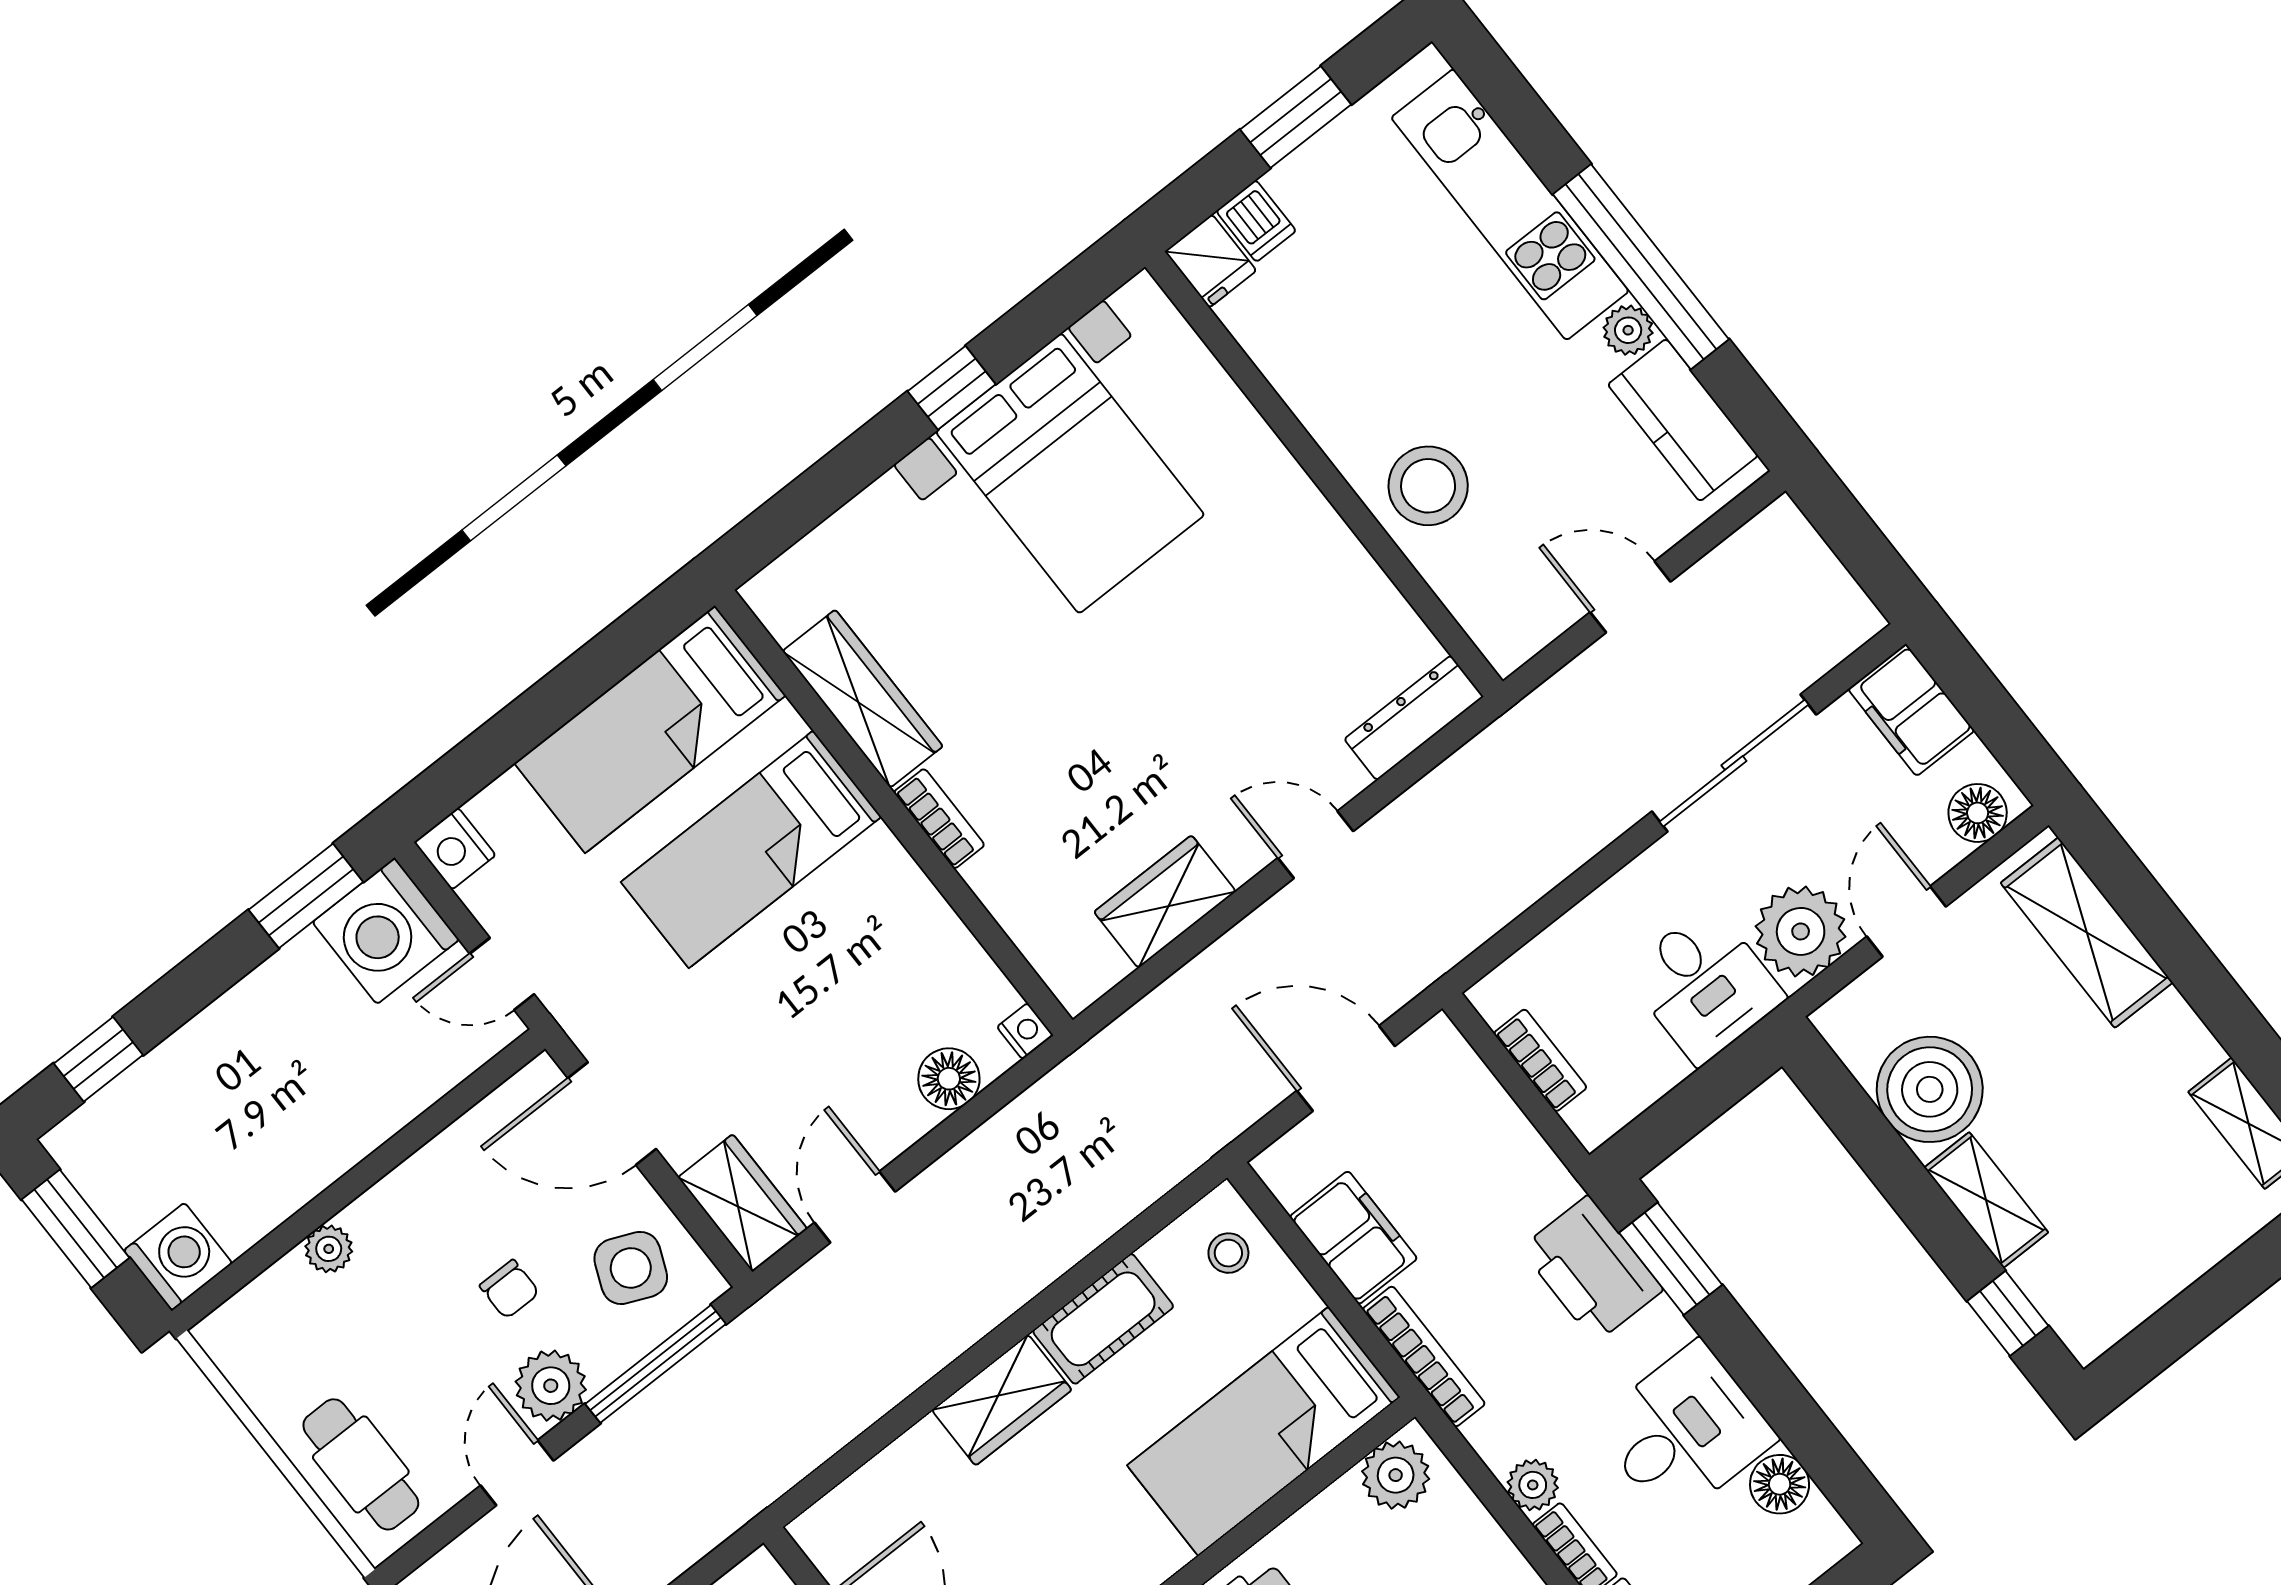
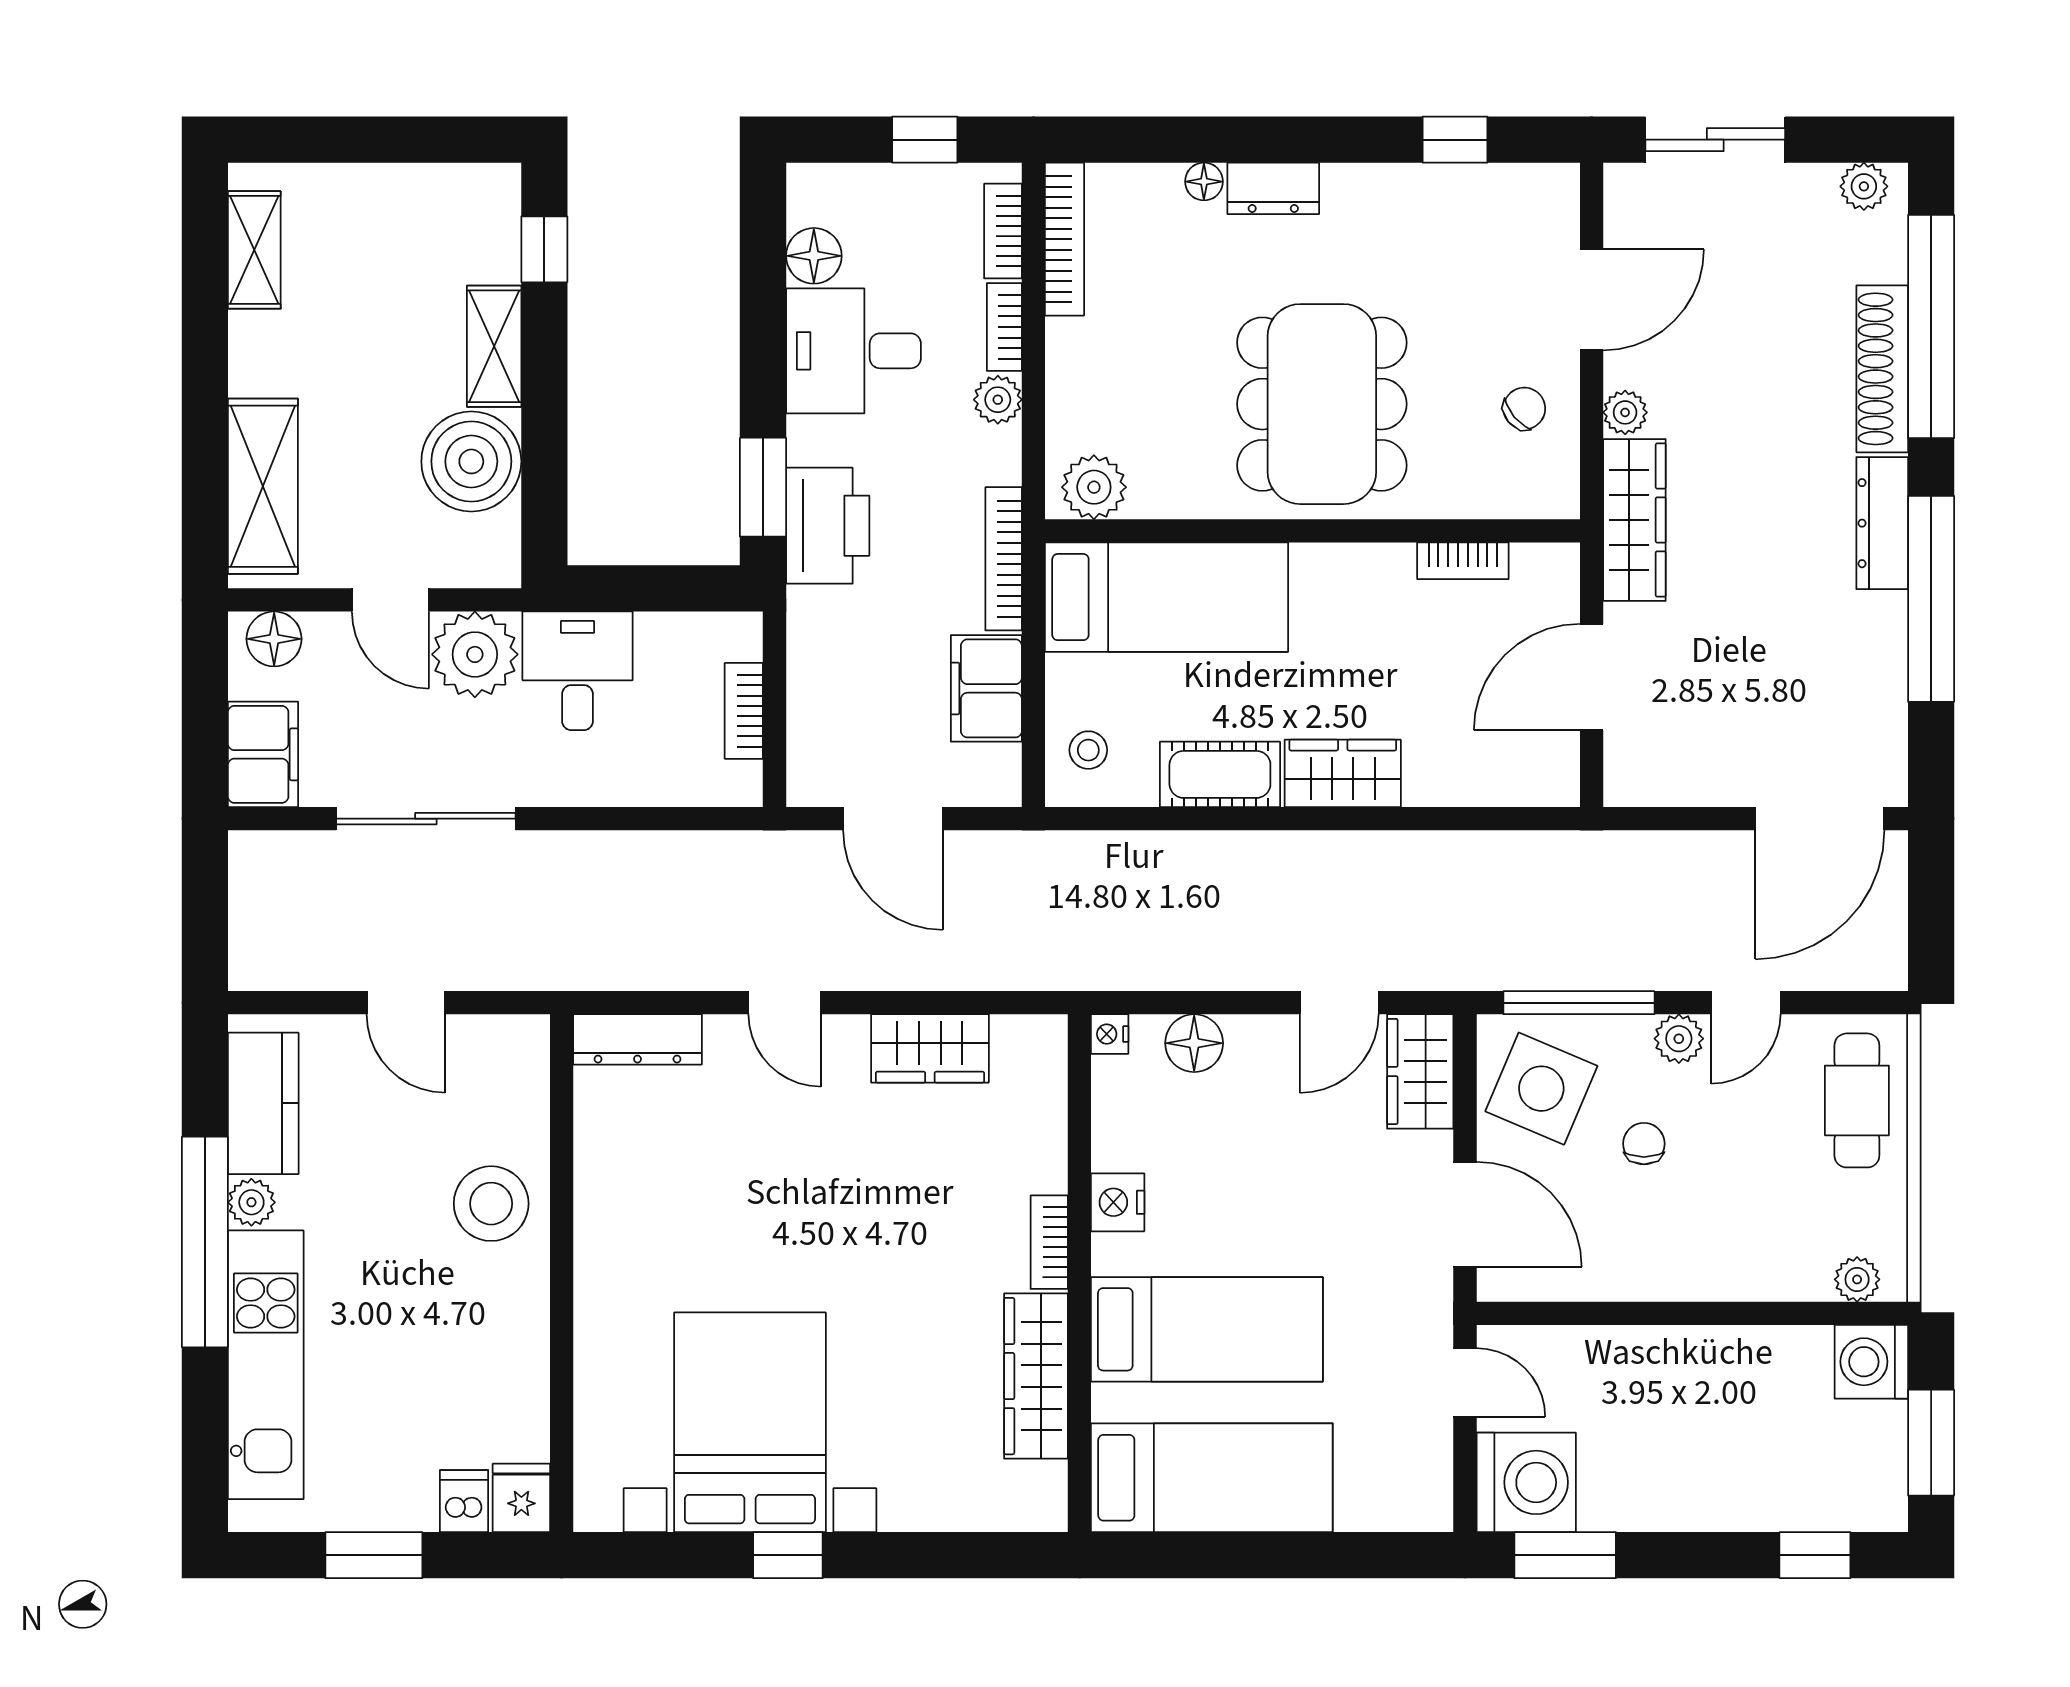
nightstand: (455, 849) -> (1118, 1202), moved, turned 180
door: (1906, 921) -> (390, 600), hinge flipped
plant: (329, 1249) -> (1857, 1279), moved
side table: (631, 1268) -> (1541, 1089), width x1.37, depth x1.37
plant: (551, 1386) -> (1679, 1039), width x0.73, depth x0.73

